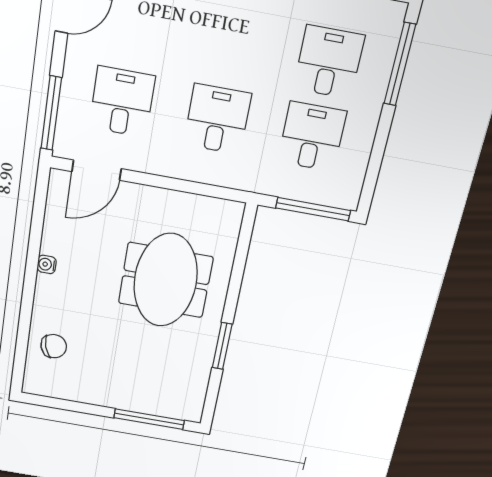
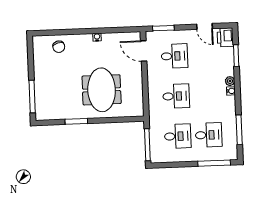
window: (51, 113) -> (163, 28), width x0.69
meeting table: (166, 280) -> (102, 90), turned 90

